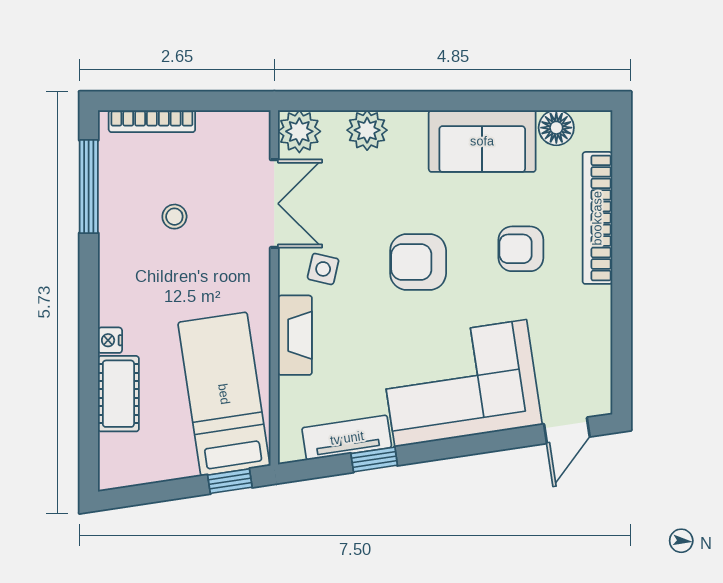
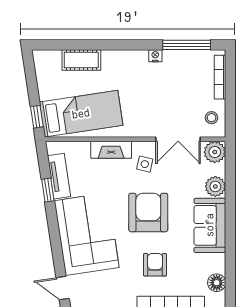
sofa: (482, 141) -> (210, 225), moved
stool: (174, 217) -> (212, 118), moved
armchair: (418, 262) -> (148, 212), width x1.36, depth x1.36
nightstand: (110, 340) -> (155, 56), moved

